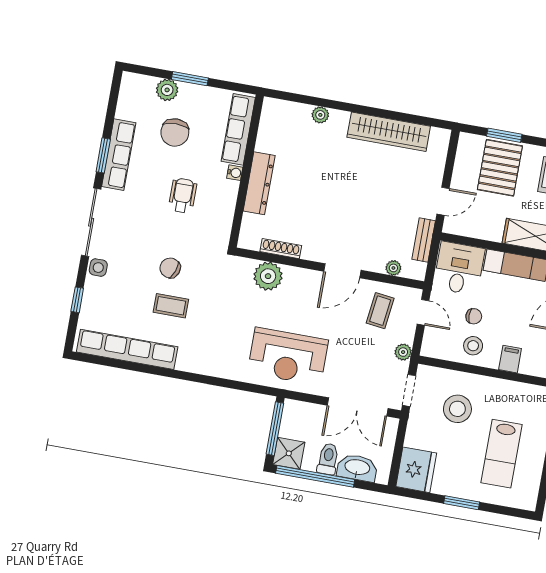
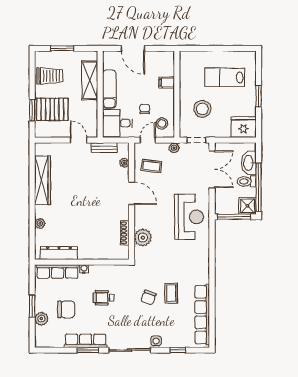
dresser: (259, 183) -> (59, 253), moved
stool: (473, 346) -> (162, 123), moved
lab bench: (501, 454) -> (225, 77), turned 180

